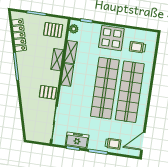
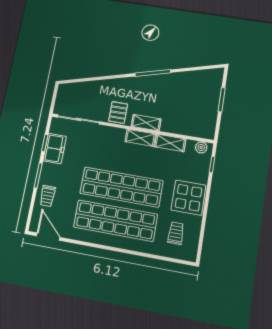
pallet: (53, 30) -> (200, 121), removed
locker: (19, 35) -> (193, 77), removed
shelving: (57, 60) -> (146, 123), moved

